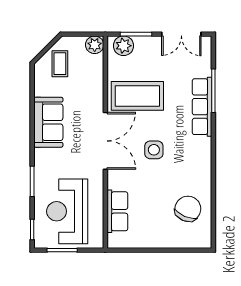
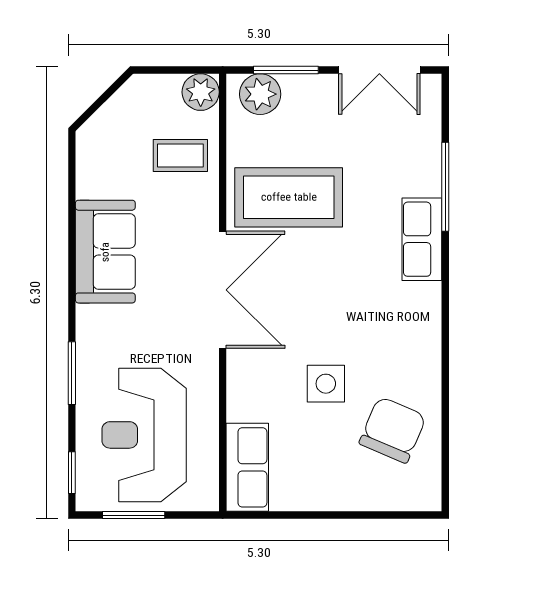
coffee table: (60, 64) -> (180, 156), moved, turned 90
row of seats: (202, 107) -> (422, 239), width x0.68
side table: (154, 150) -> (326, 384), moved
row of seats: (117, 211) -> (247, 467), moved

